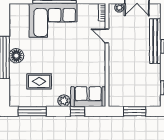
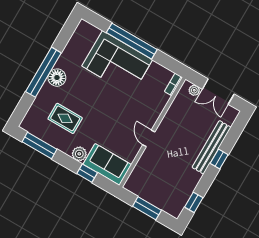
door: (107, 36) -> (149, 138), moved

